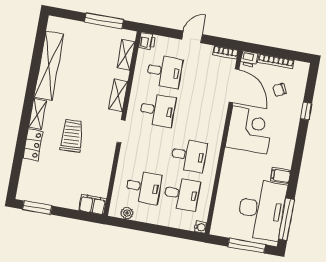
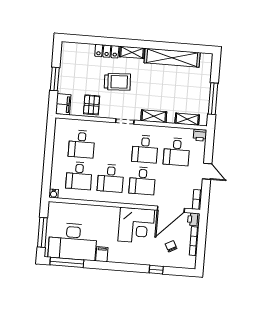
desk: (196, 117) -> (142, 181), added
pallet: (97, 170) -> (92, 105), added
window: (37, 208) -> (55, 79), moved
plant: (127, 213) -> (59, 133), removed

